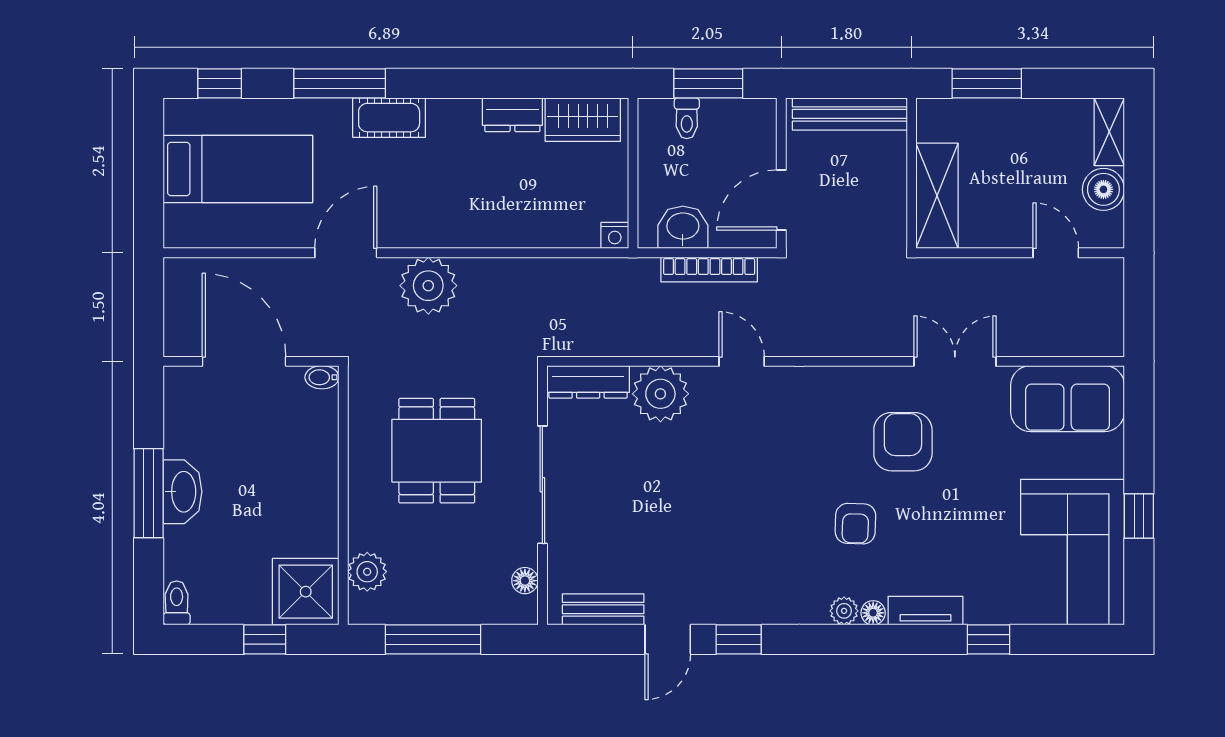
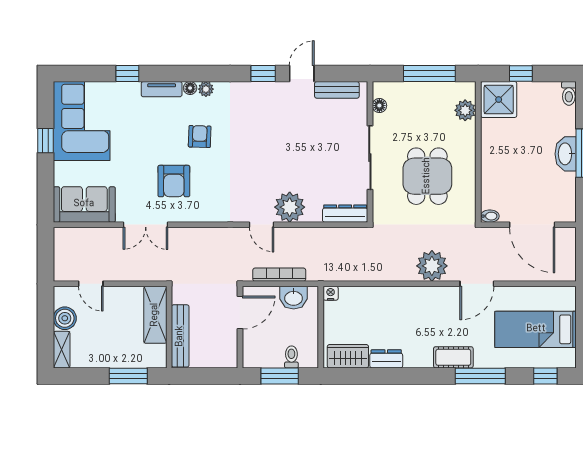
bench: (850, 114) -> (180, 336), moved, turned 90
plant: (660, 394) -> (290, 207), moved

